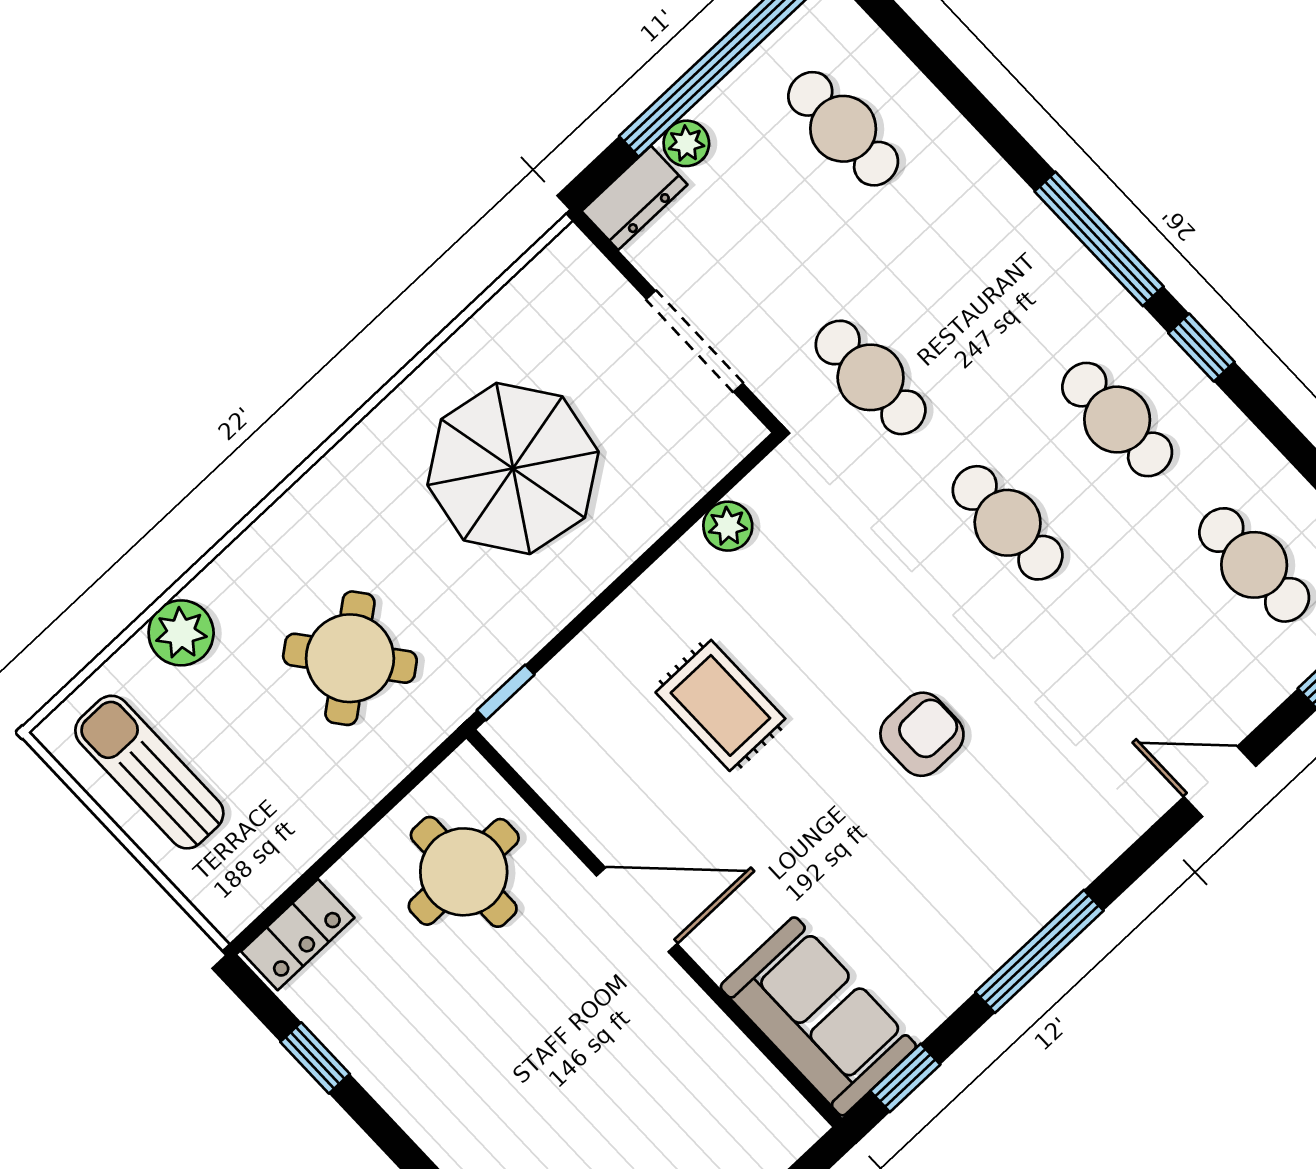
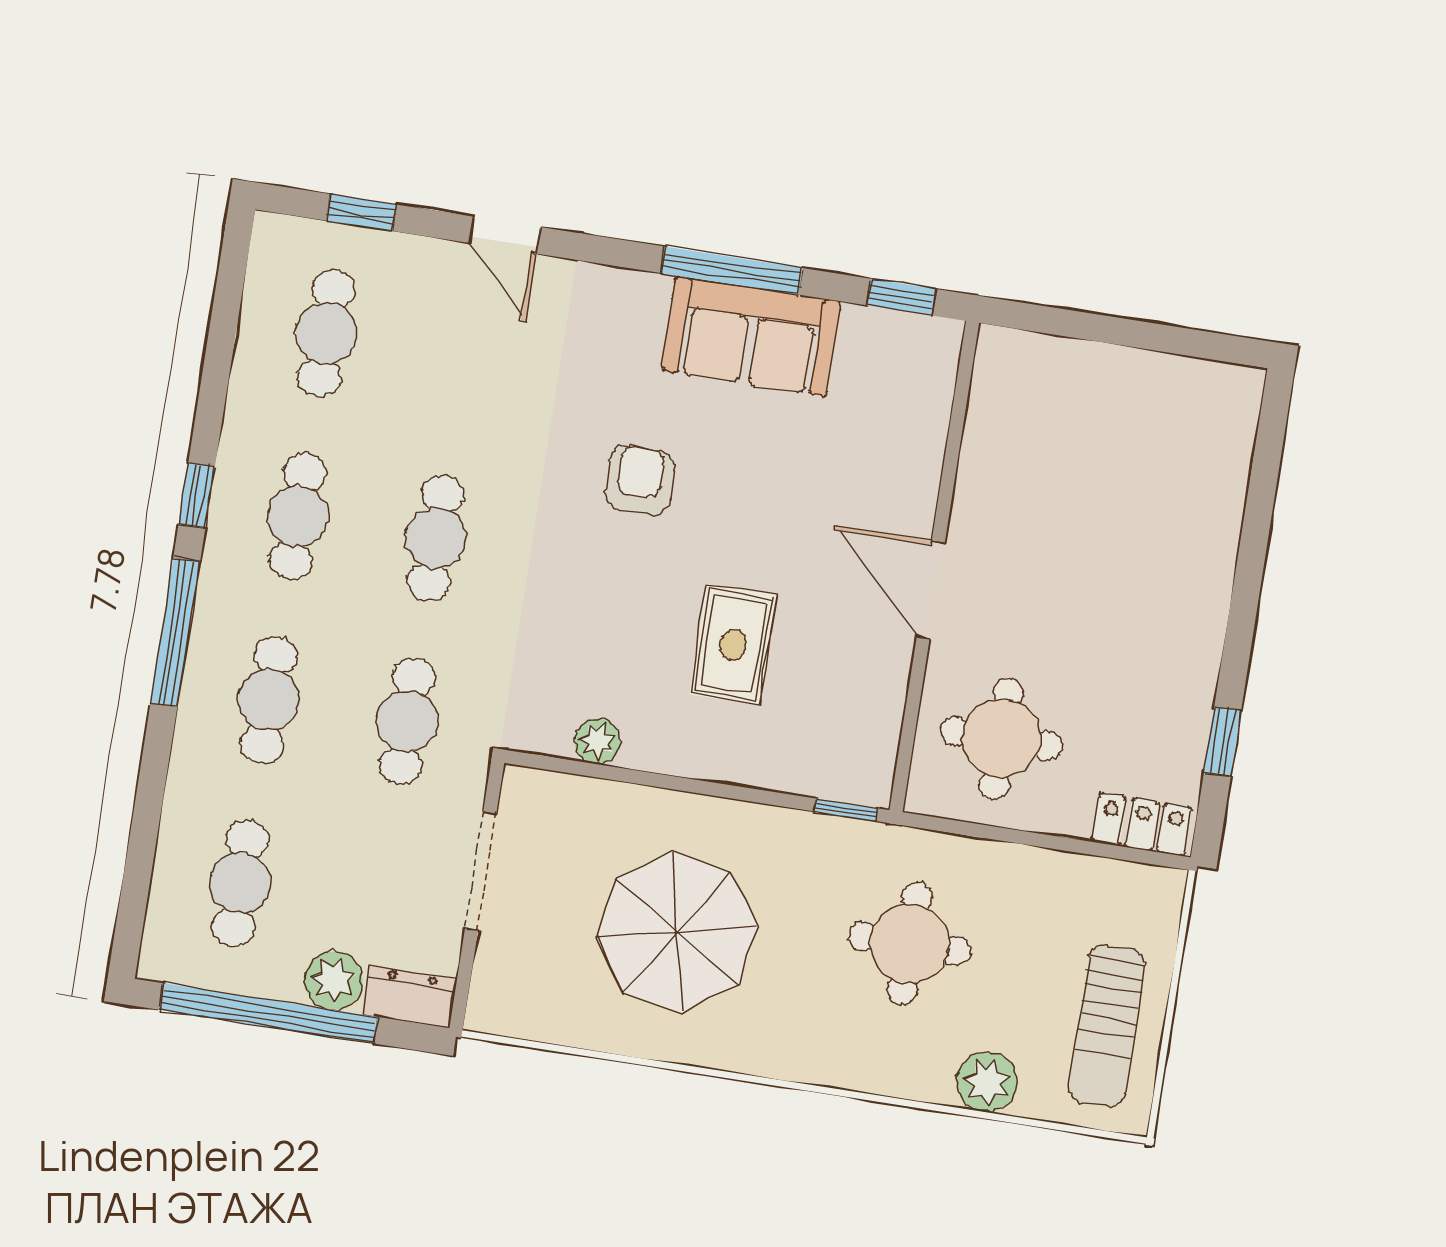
plant: (686, 143) -> (334, 981), width x1.38, depth x1.38
cafe table: (980, 274) -> (269, 700), added
round table: (350, 658) -> (909, 943), turned 38
armchair: (922, 734) -> (640, 480), turned 90
sofa: (818, 1016) -> (751, 336), moved, turned -90

